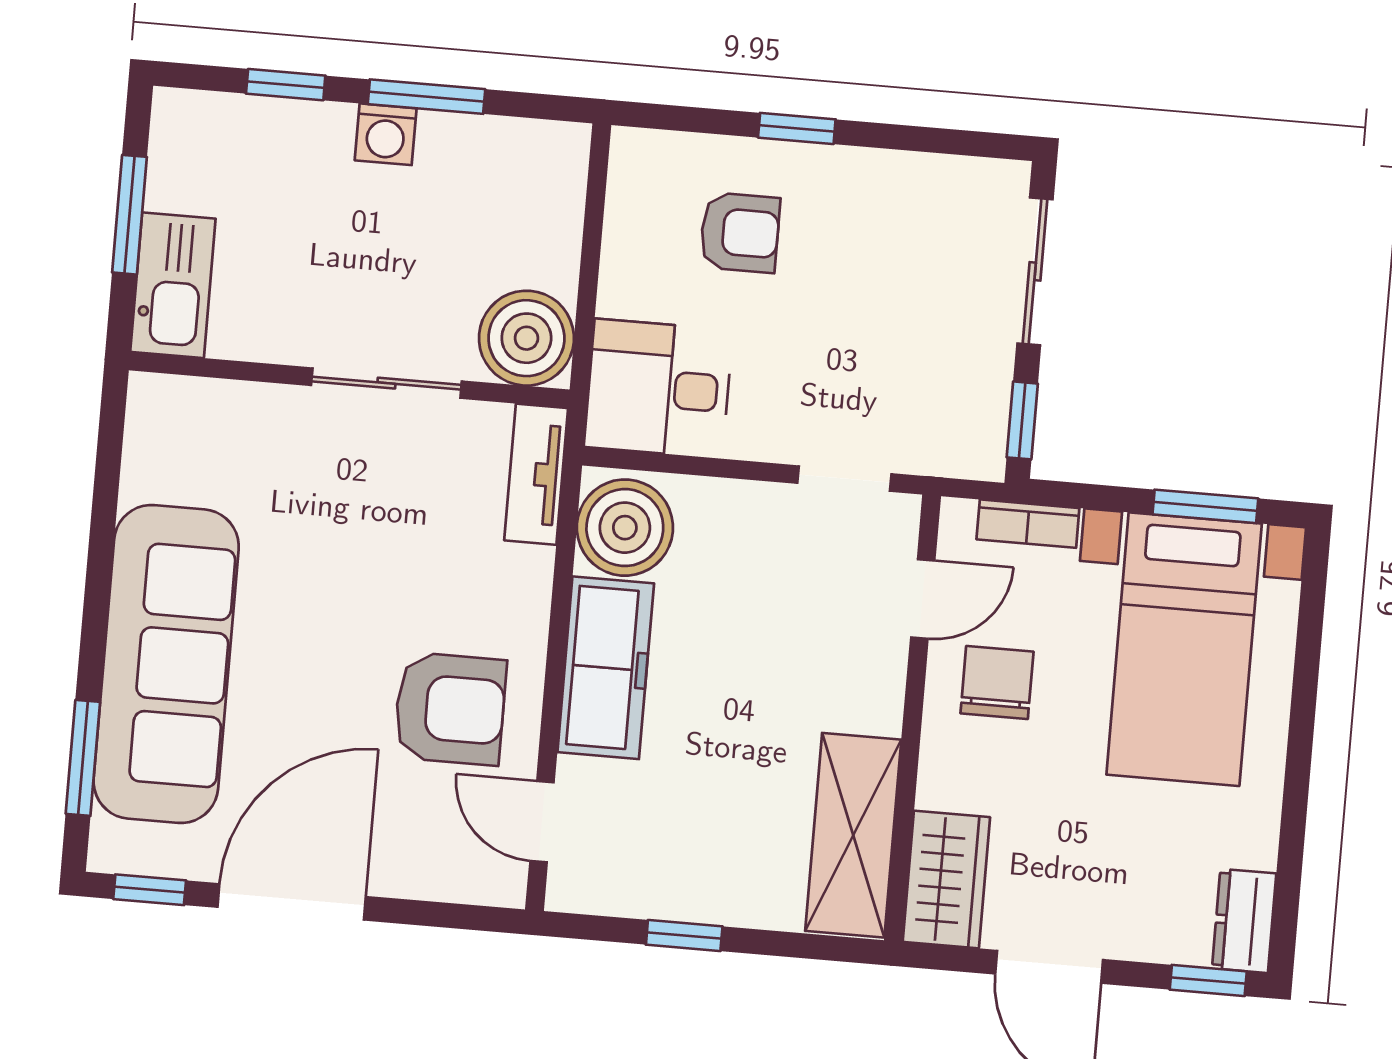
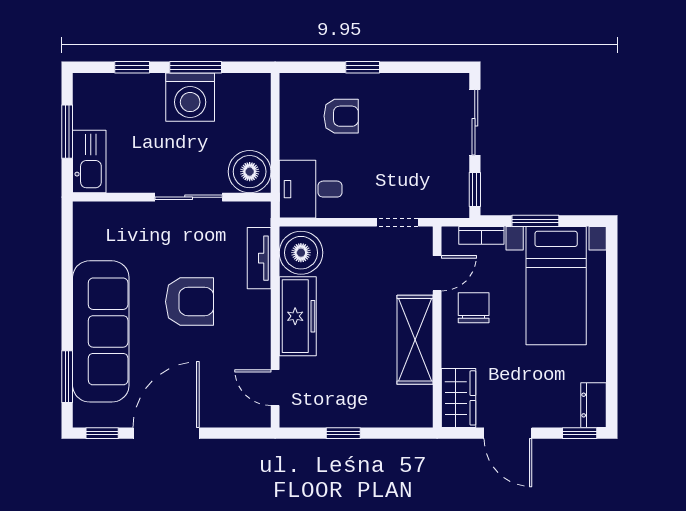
washing machine: (386, 134) -> (190, 97), width x1.89, depth x1.89
tv unit: (536, 474) -> (259, 258), moved
window: (1205, 506) -> (535, 221), moved
armchair: (450, 709) -> (190, 302), moved
shelving: (853, 835) -> (415, 340), moved

